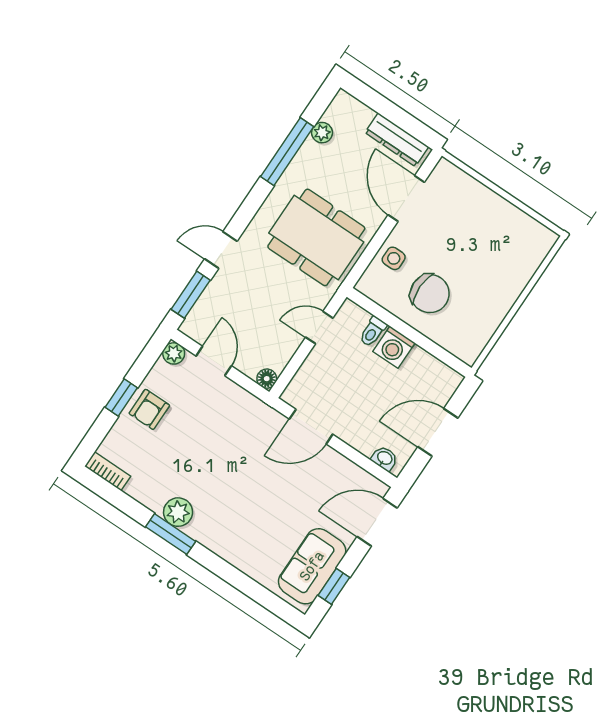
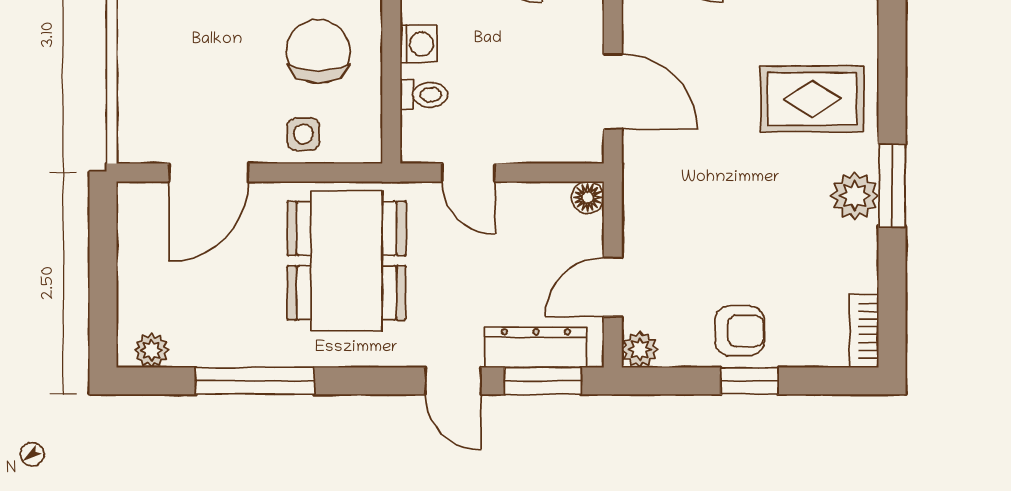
plant: (322, 133) -> (152, 350), moved
dresser: (397, 140) -> (536, 348), moved, turned -90
washing machine: (394, 347) -> (419, 44), width x0.73, depth x0.73
rug: (241, 523) -> (812, 99), added

